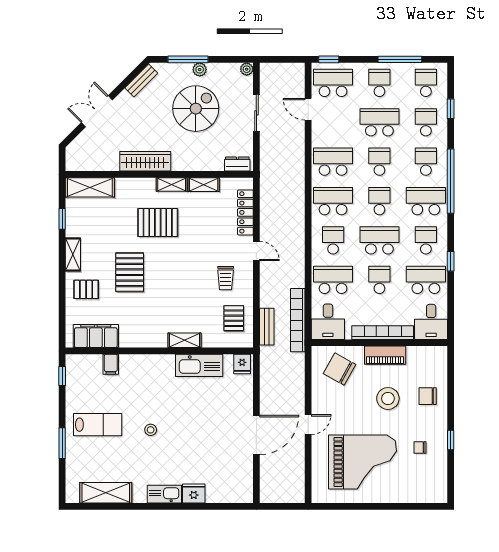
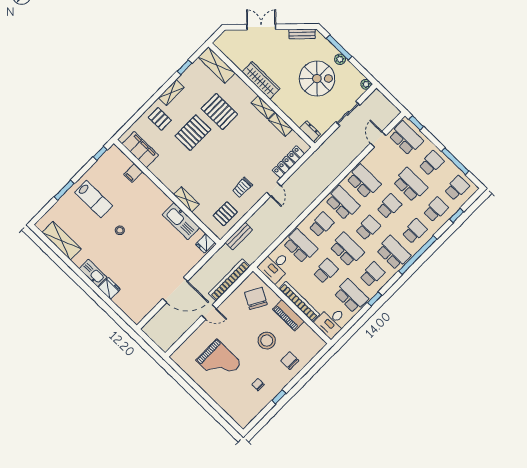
pallet: (158, 222) -> (219, 112), moved
bookcase: (298, 320) -> (229, 280), moved
grand piano: (363, 462) -> (219, 362), width x0.73, depth x0.68

